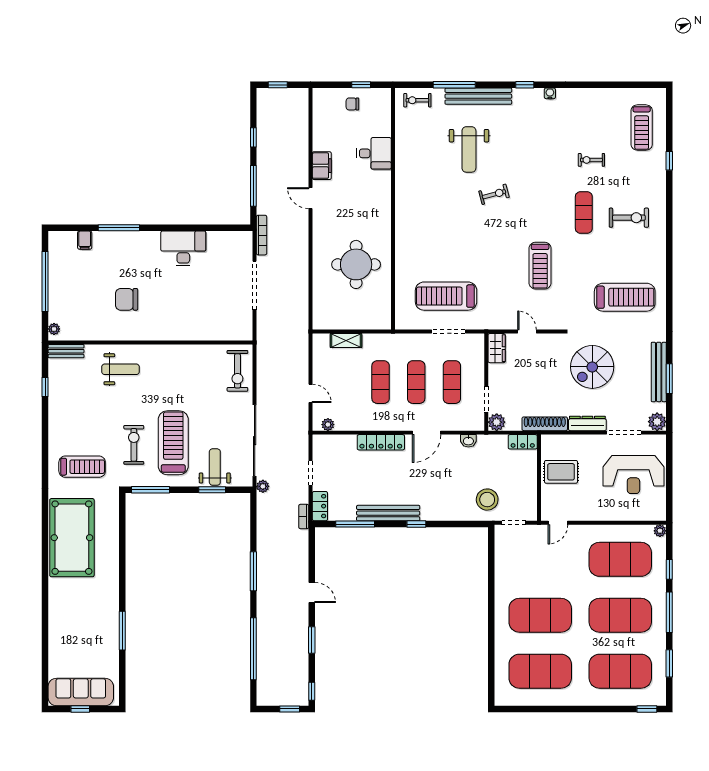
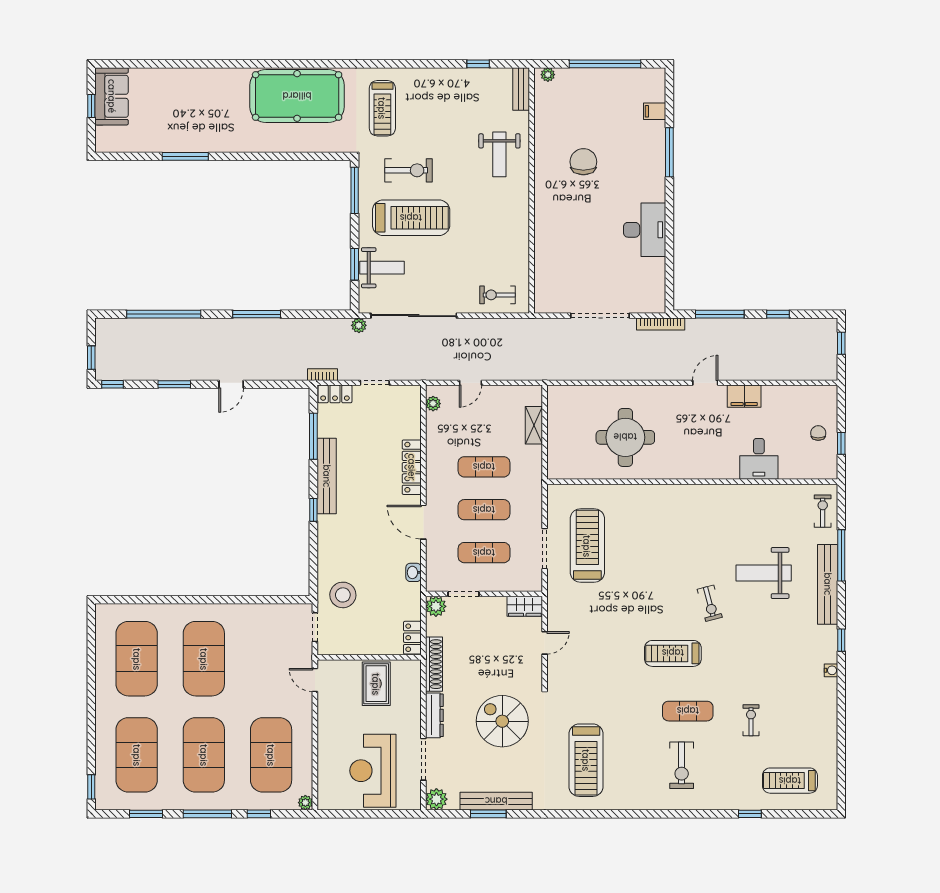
treadmill: (540, 266) -> (673, 653), moved
exercise bike: (237, 371) -> (498, 295), width x0.73, depth x0.72
sofa: (81, 692) -> (112, 96), width x0.73

